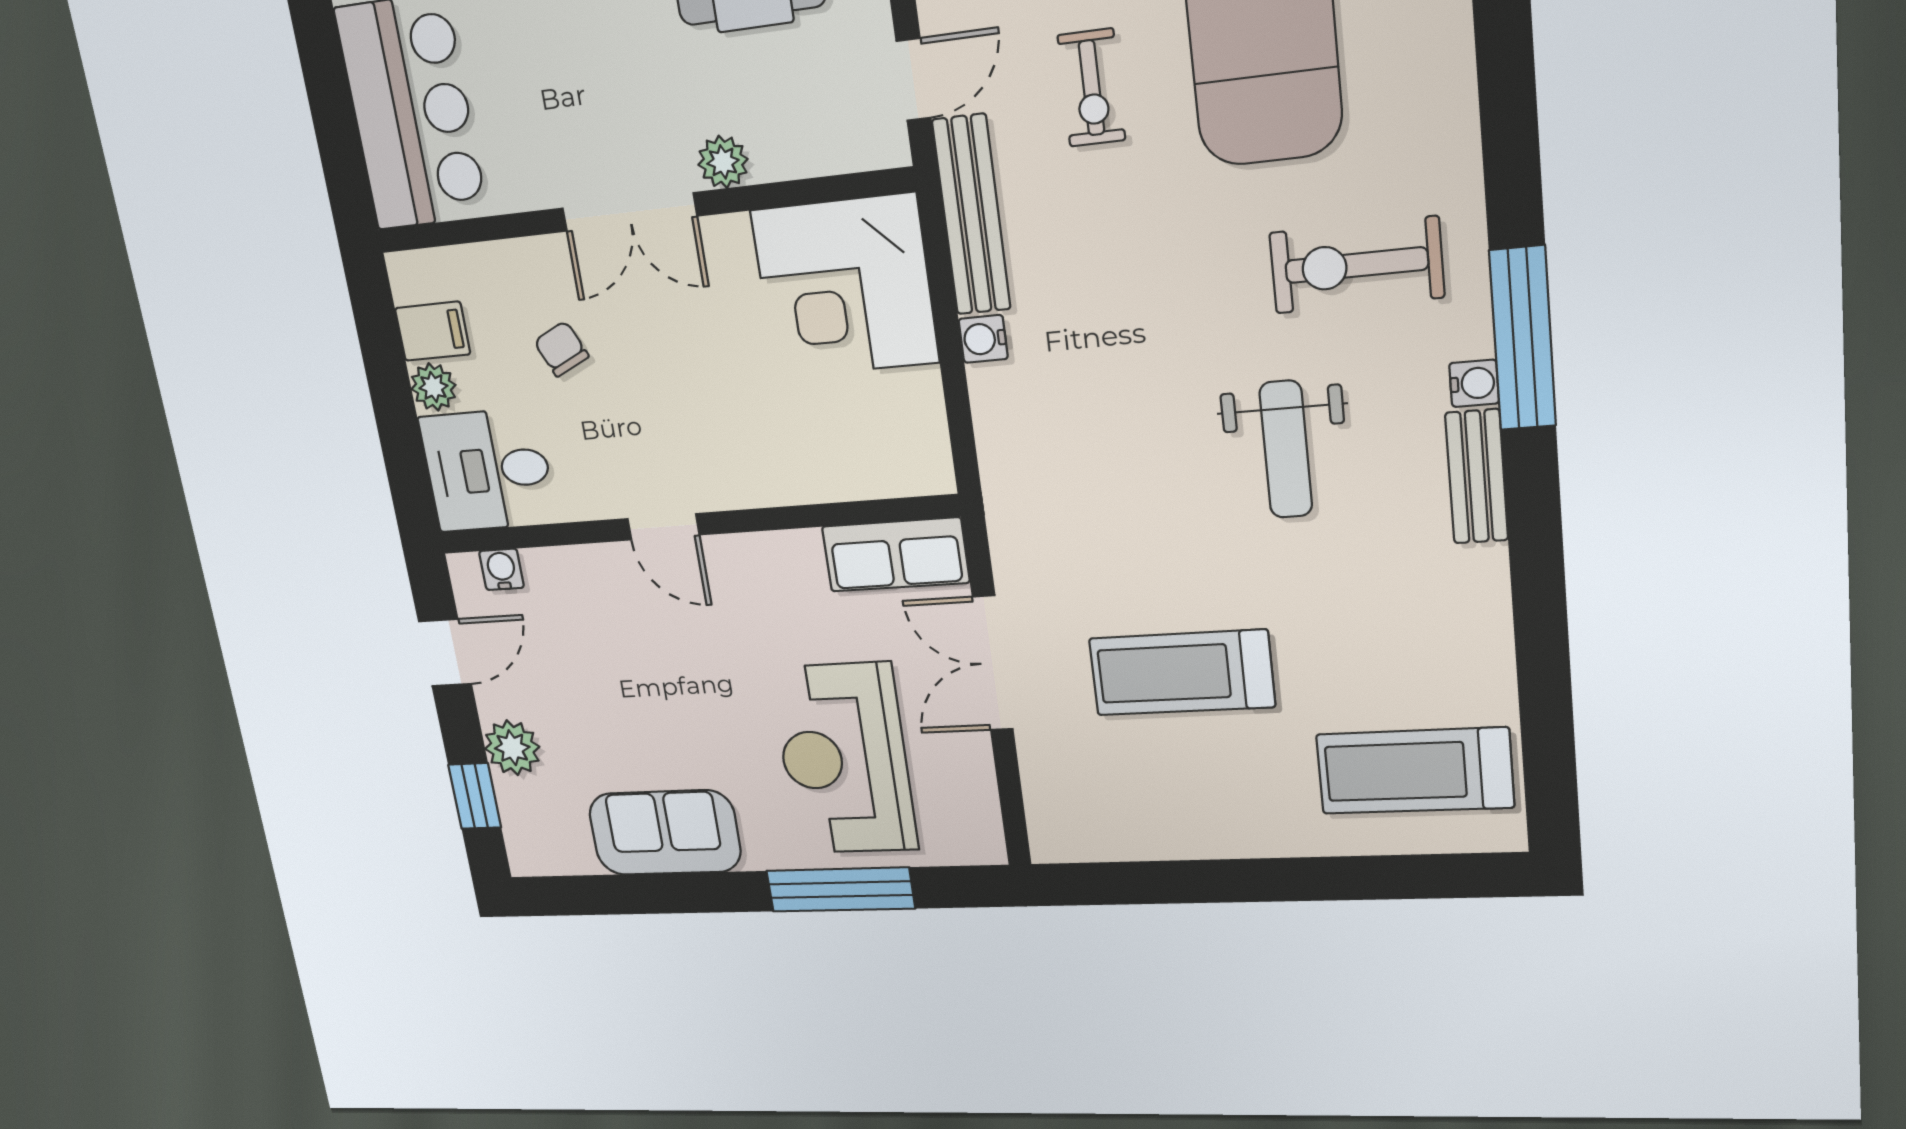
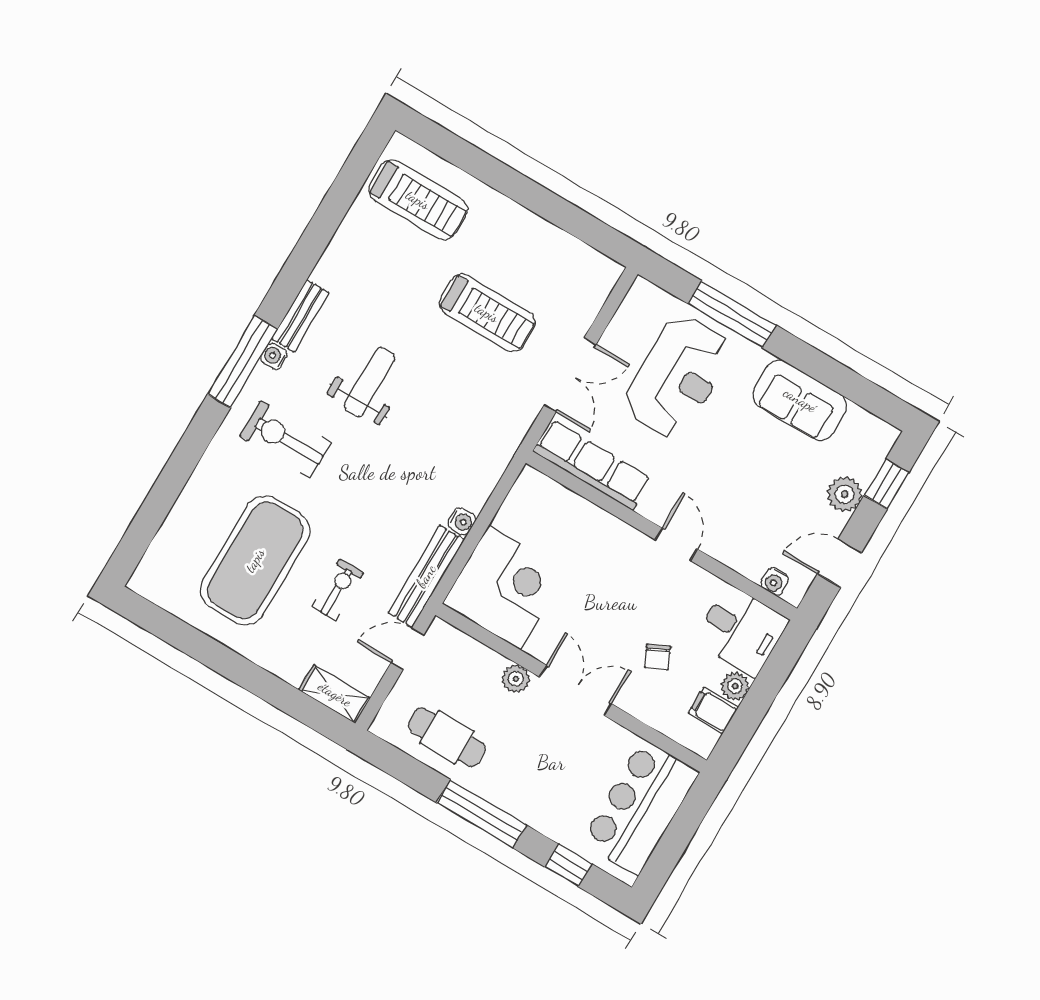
exercise bike: (1356, 265) -> (286, 439), turned 180
row of seats: (896, 555) -> (592, 465), width x1.48

